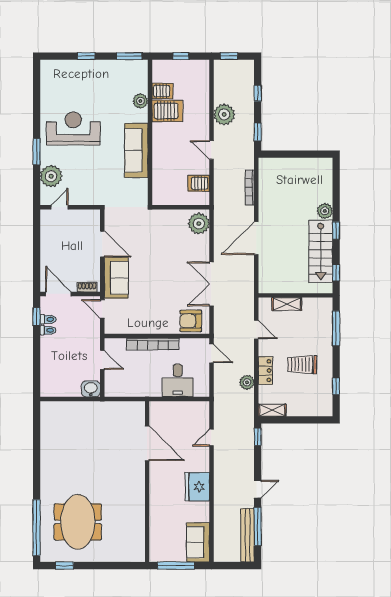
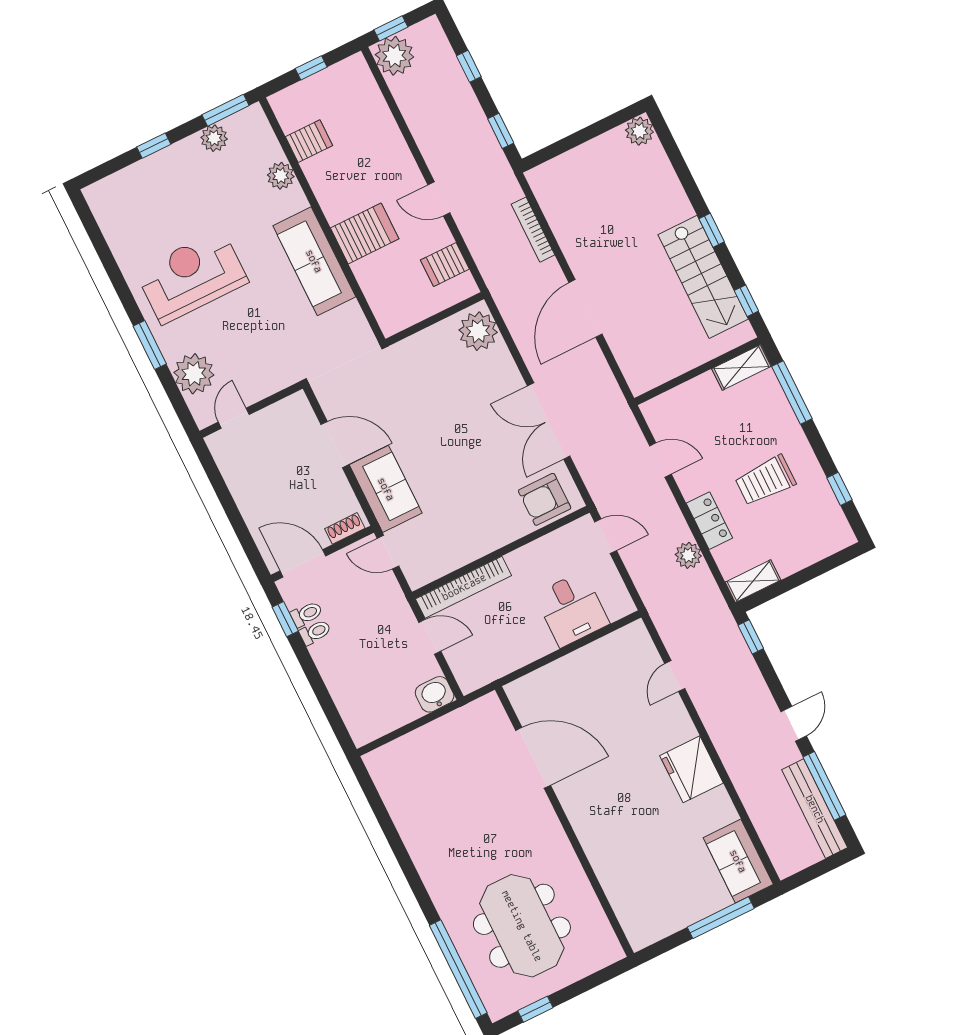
plant: (117, 67) -> (214, 138), added
server rack: (167, 111) -> (365, 233), moved
plant: (224, 114) -> (394, 56), moved
plant: (325, 211) -> (639, 131), moved
shelving: (287, 304) -> (741, 368), moved
bookcase: (153, 344) -> (464, 587), moved
door: (147, 443) -> (533, 758), moved
wall: (147, 482) -> (564, 821), moved

